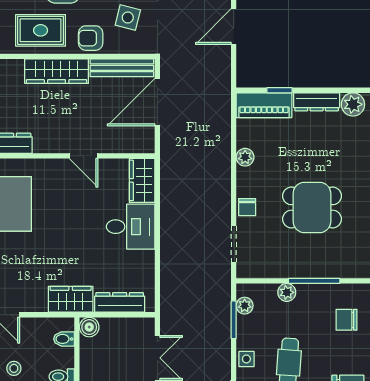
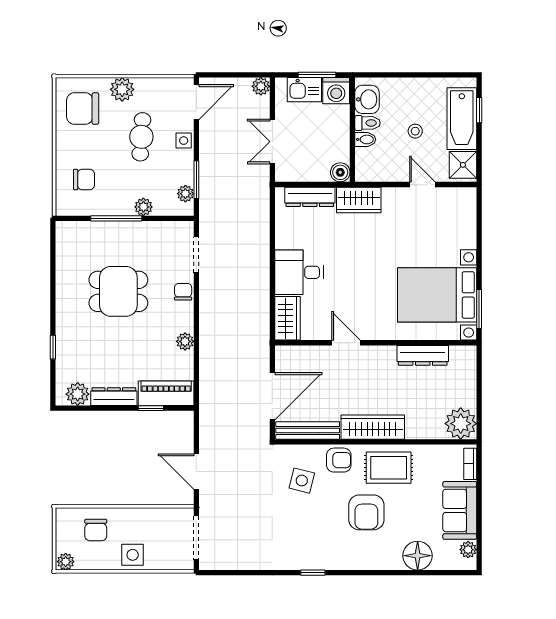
door: (234, 27) -> (196, 472), swing flipped
bidet: (64, 339) -> (365, 139), moved

